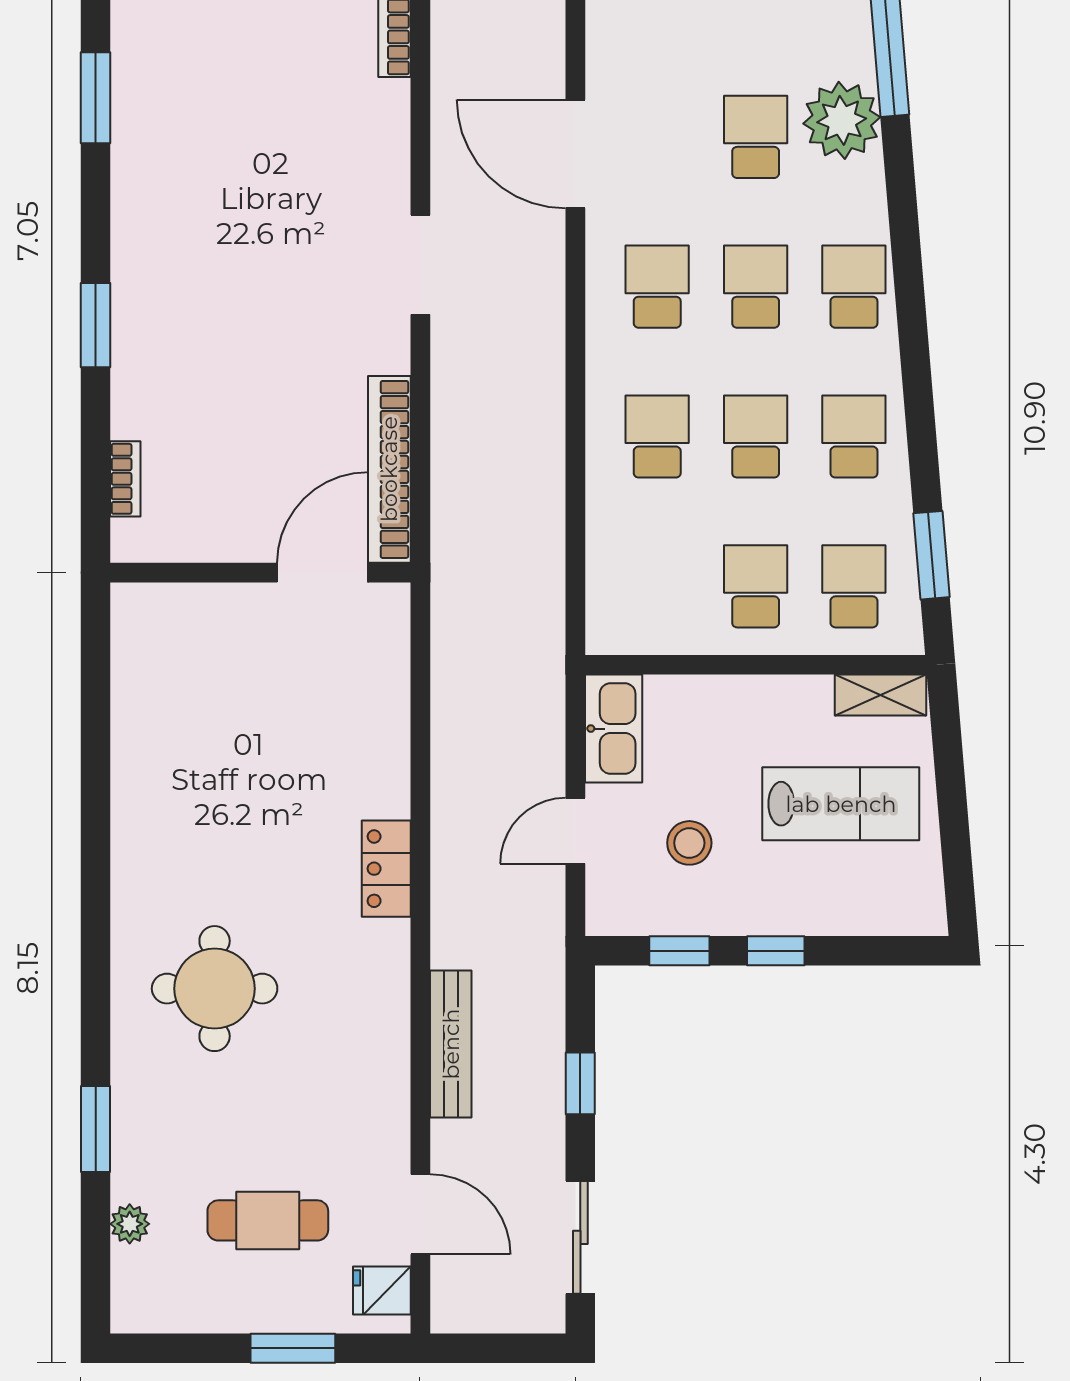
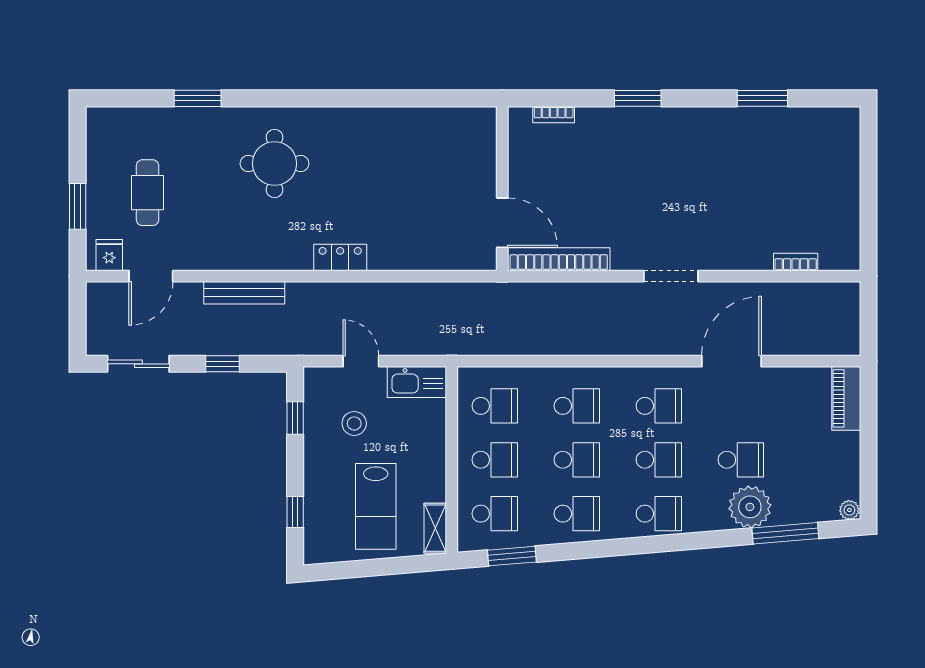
school desk: (657, 586) -> (495, 406), added
window: (776, 951) -> (295, 512), moved
plant: (130, 1224) -> (146, 117), removed

